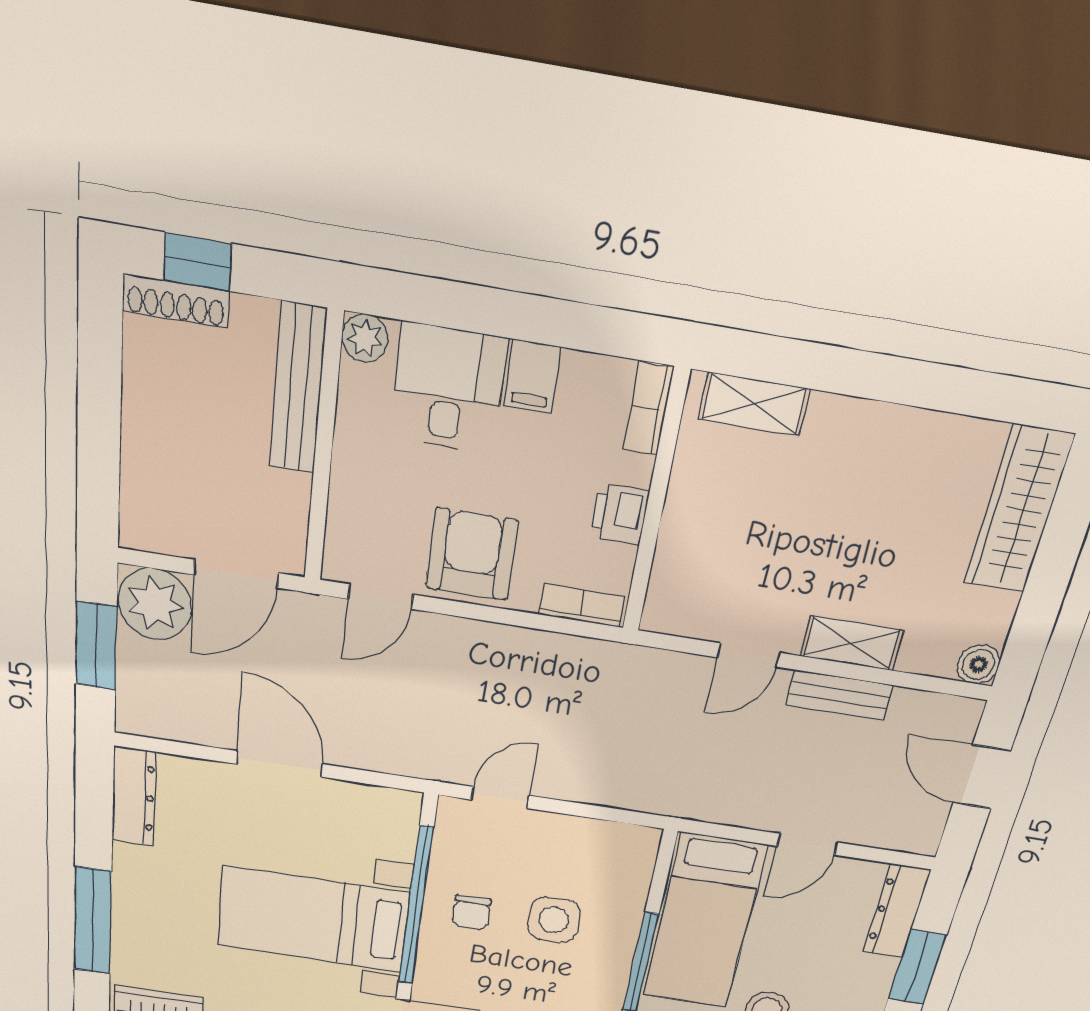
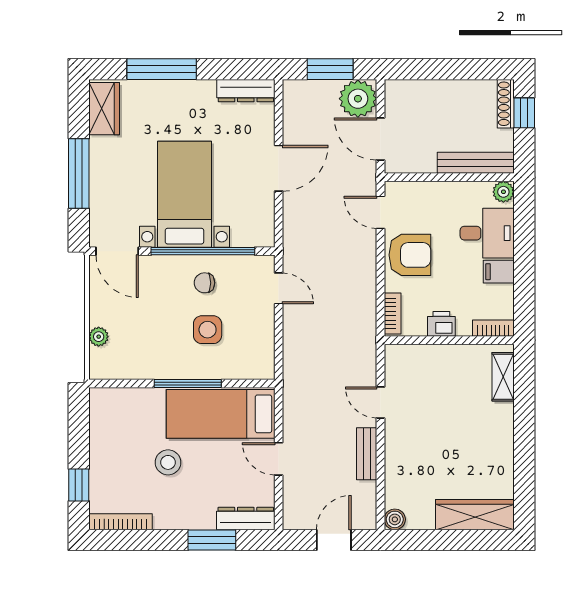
shelving: (852, 643) -> (395, 453), removed

